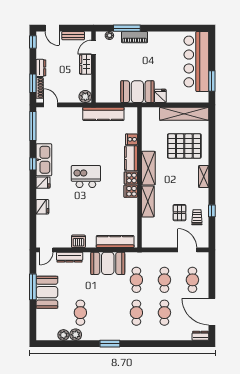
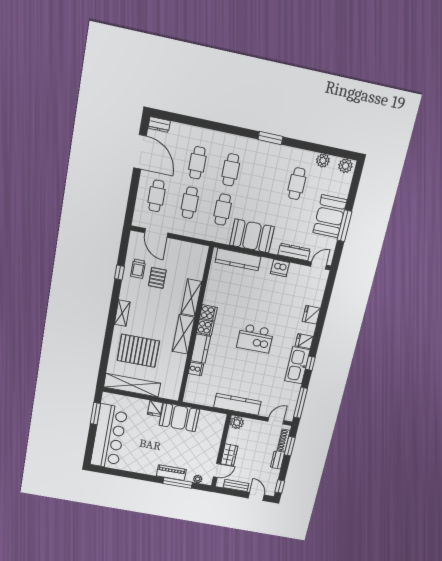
door: (51, 105) -> (276, 421), swing flipped
kitchen counter: (103, 114) -> (237, 404), moved
plant: (76, 335) -> (345, 166), moved

